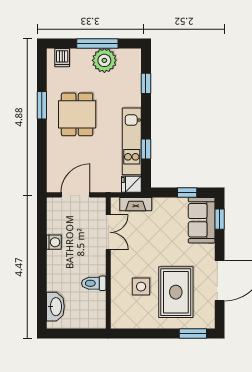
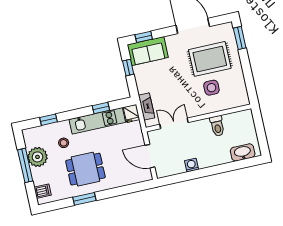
stool: (114, 95) -> (64, 143), added

